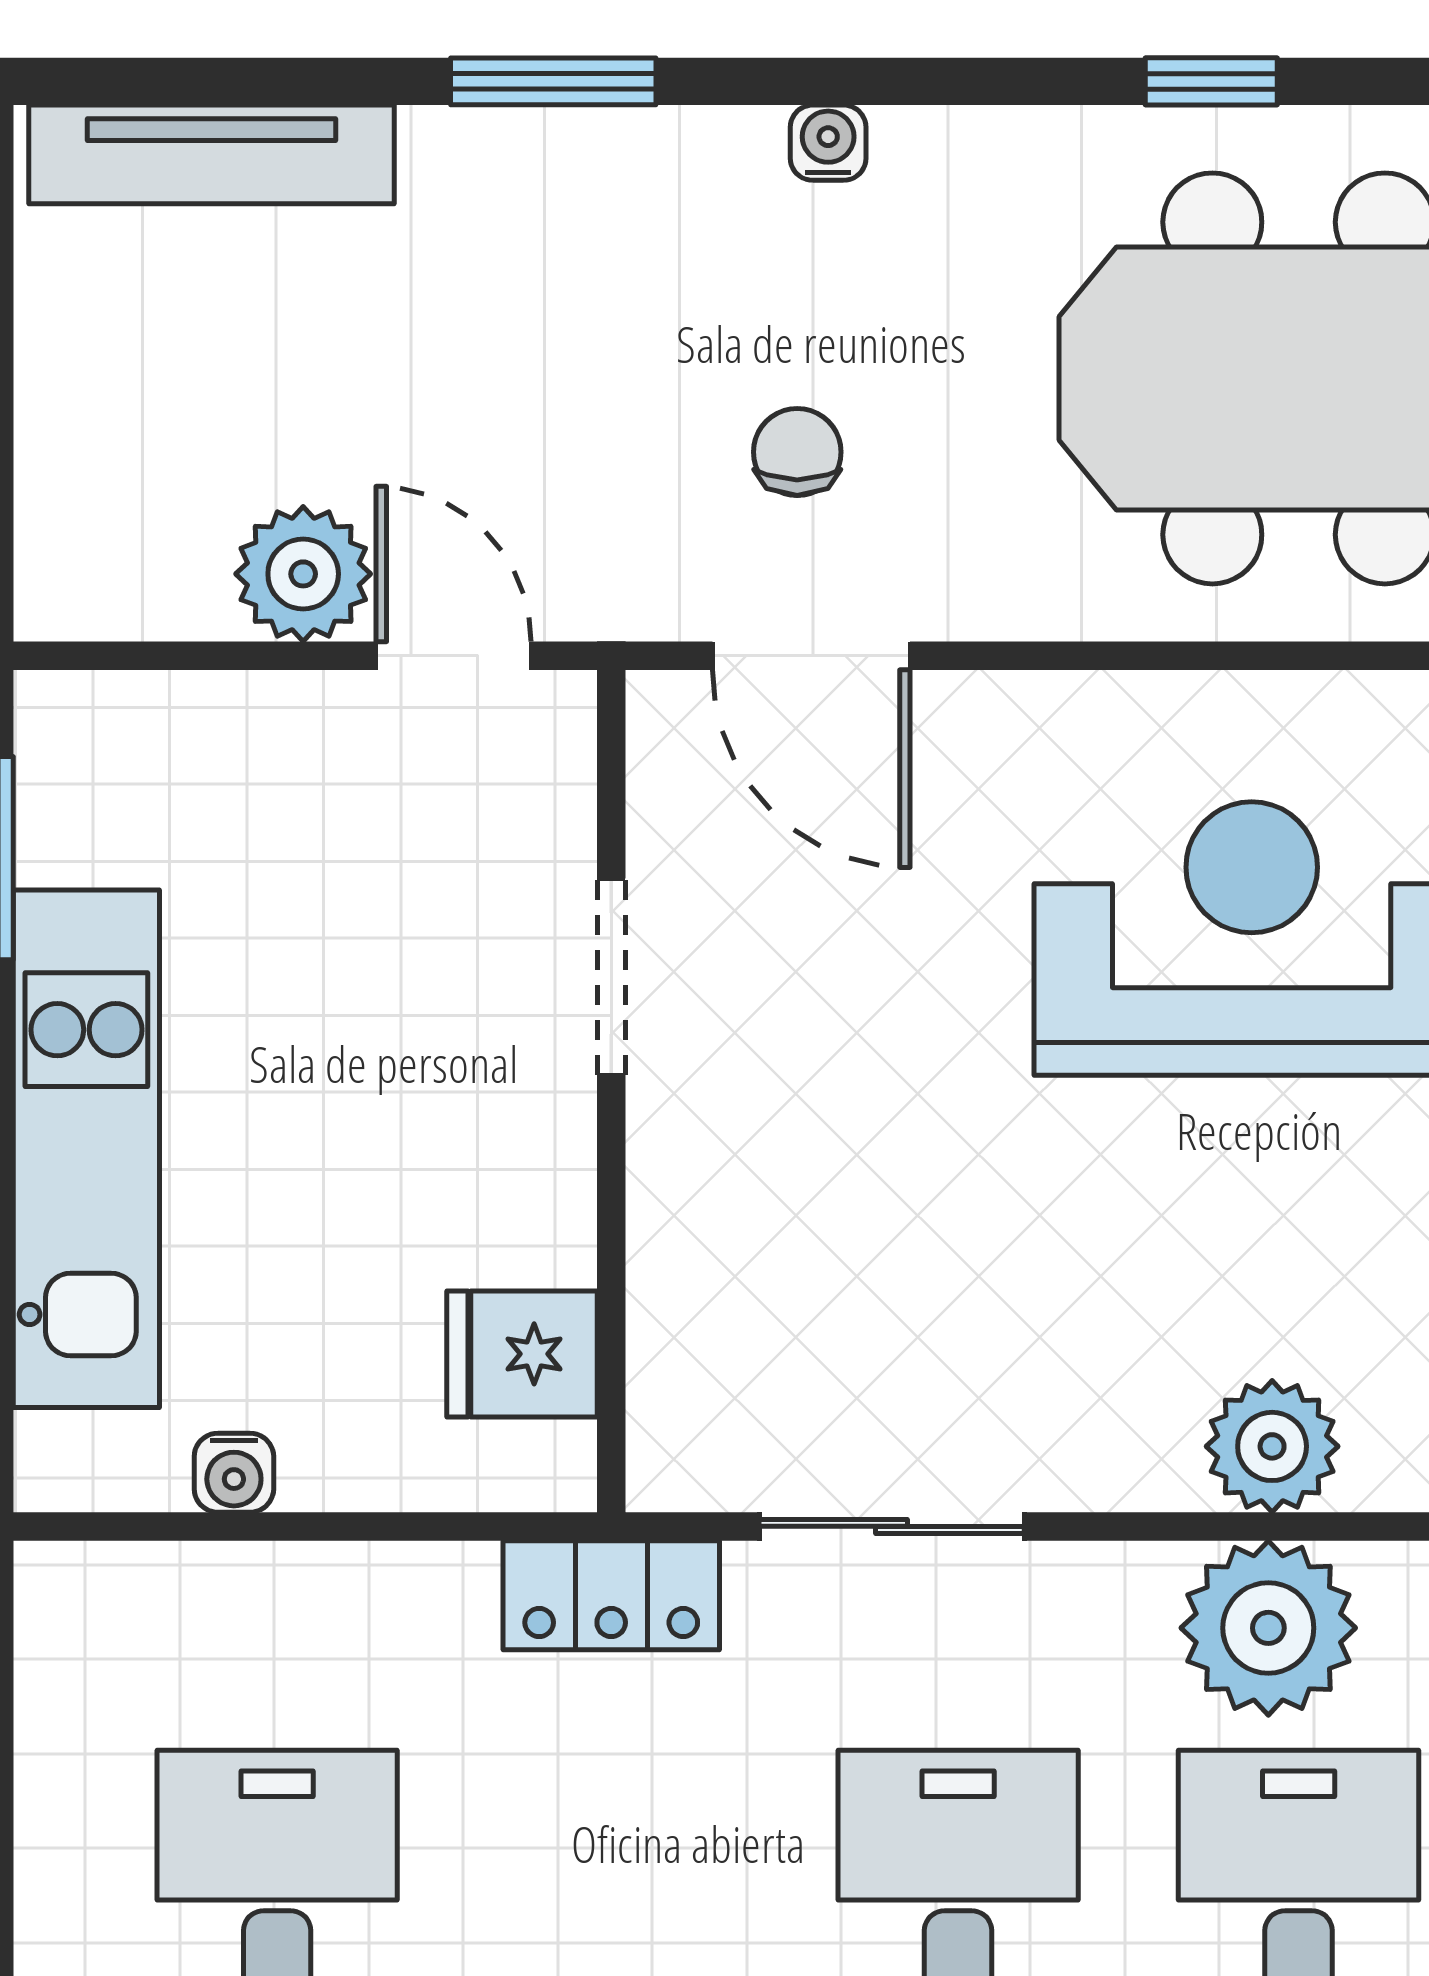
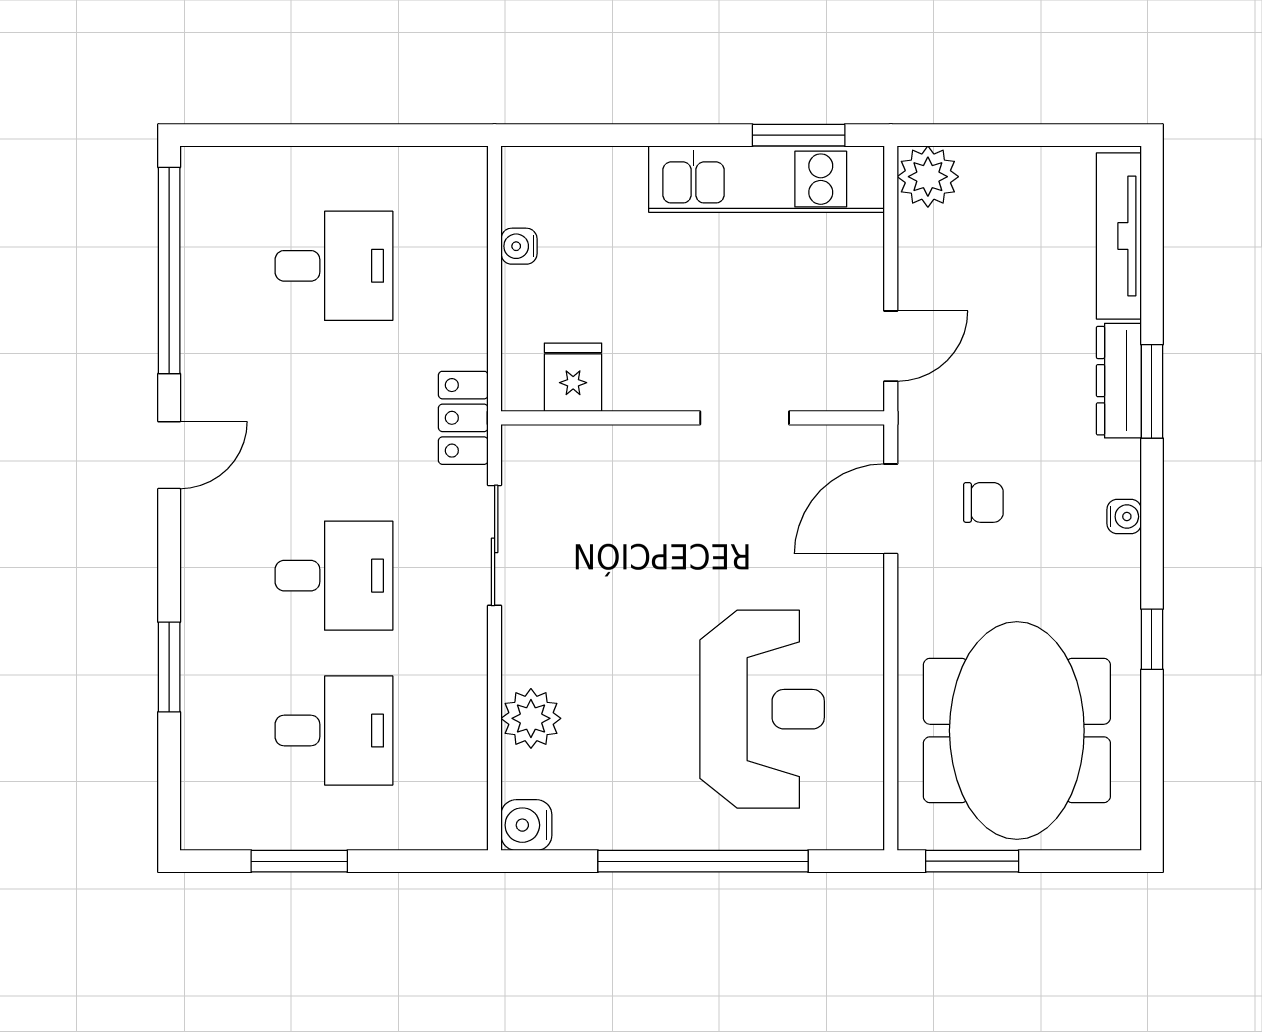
window: (1211, 81) -> (1152, 639), moved
dresser: (530, 154) -> (1119, 381), added
plant: (303, 574) -> (928, 177), moved
kitchen unit: (86, 1149) -> (767, 179), moved
plant: (1268, 1628) -> (448, 717), removed

